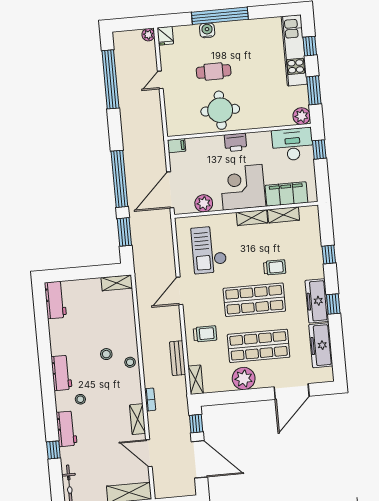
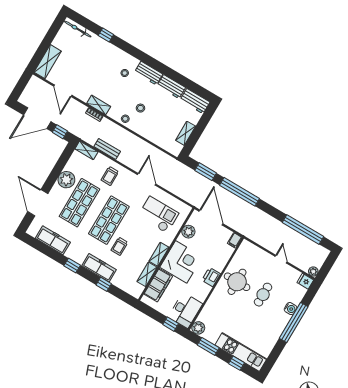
shelving: (117, 283) -> (186, 133), moved
freezer: (317, 301) -> (99, 268), moved
shelving: (138, 419) -> (99, 105), moved
workbench: (67, 429) -> (171, 87), moved
door: (149, 453) -> (63, 91), swing flipped

